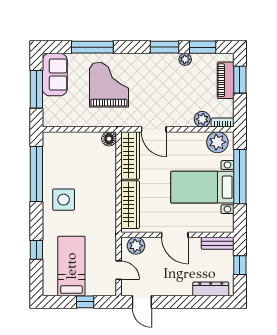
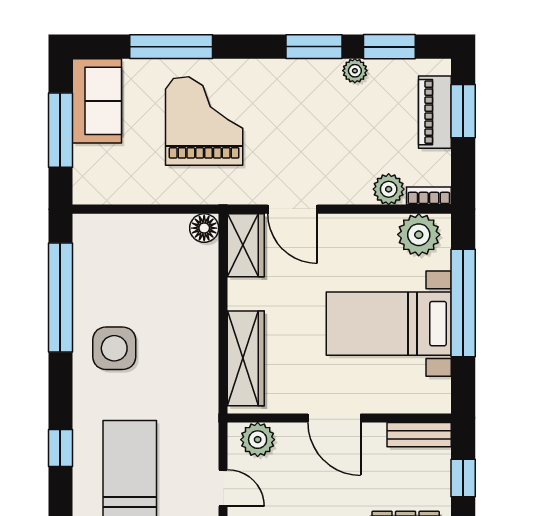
wardrobe: (130, 155) -> (246, 245), width x0.67

